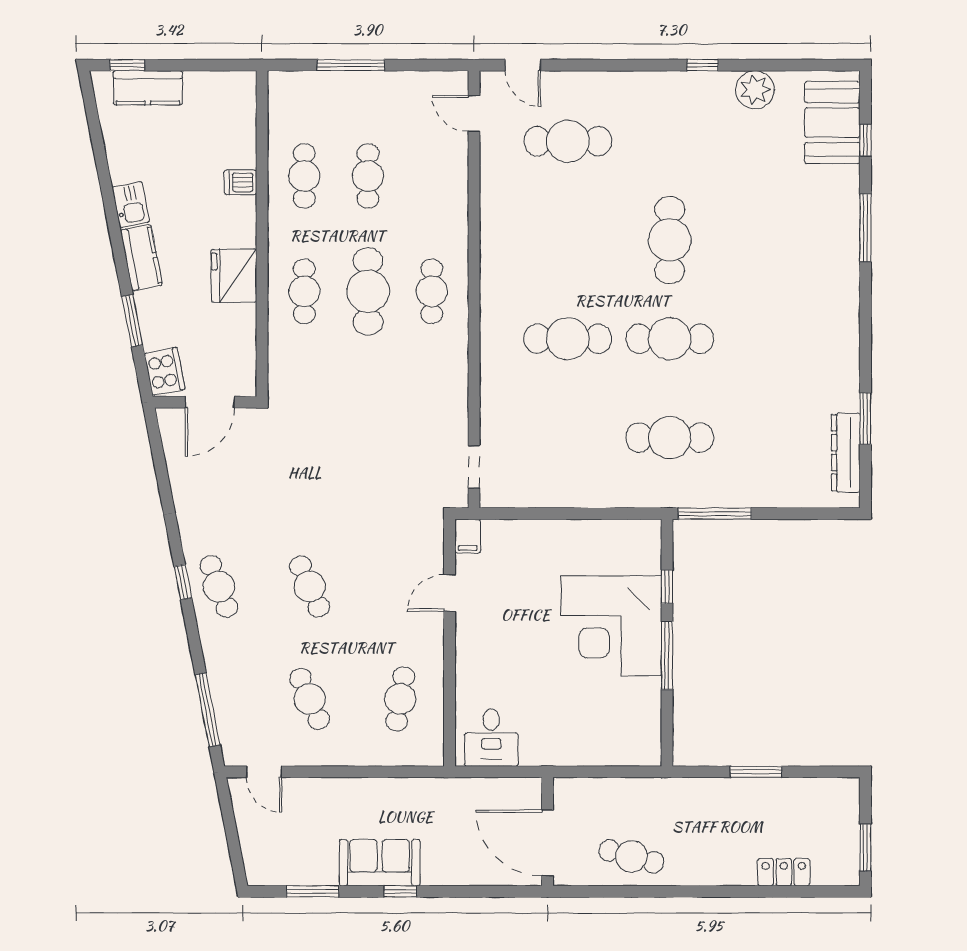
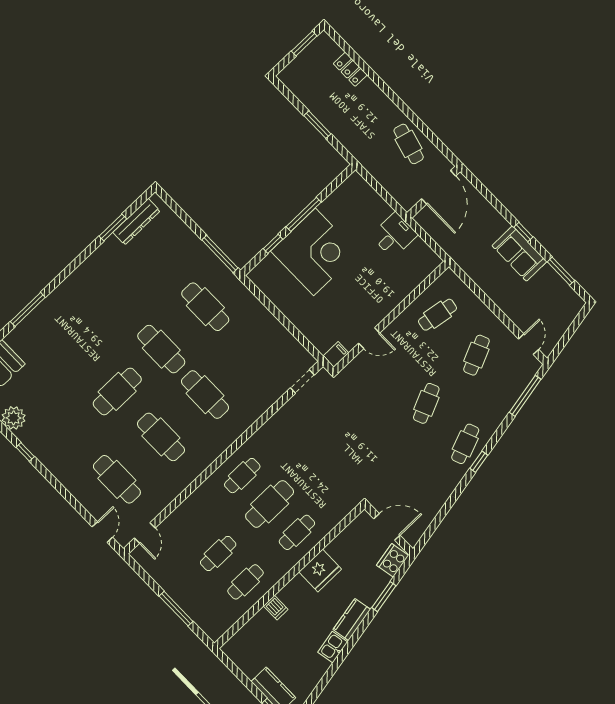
cafe table: (568, 240) -> (161, 437), added
desk: (491, 737) -> (394, 235), moved

